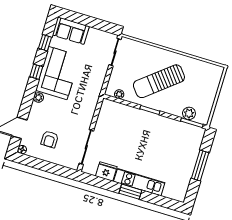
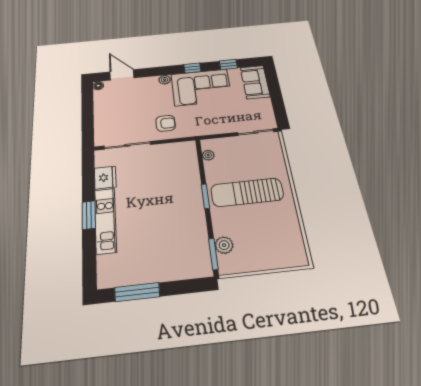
sun lounger: (159, 81) -> (247, 192), turned -51
armchair: (50, 139) -> (166, 123), moved, turned 180
window: (200, 166) -> (137, 292), moved

